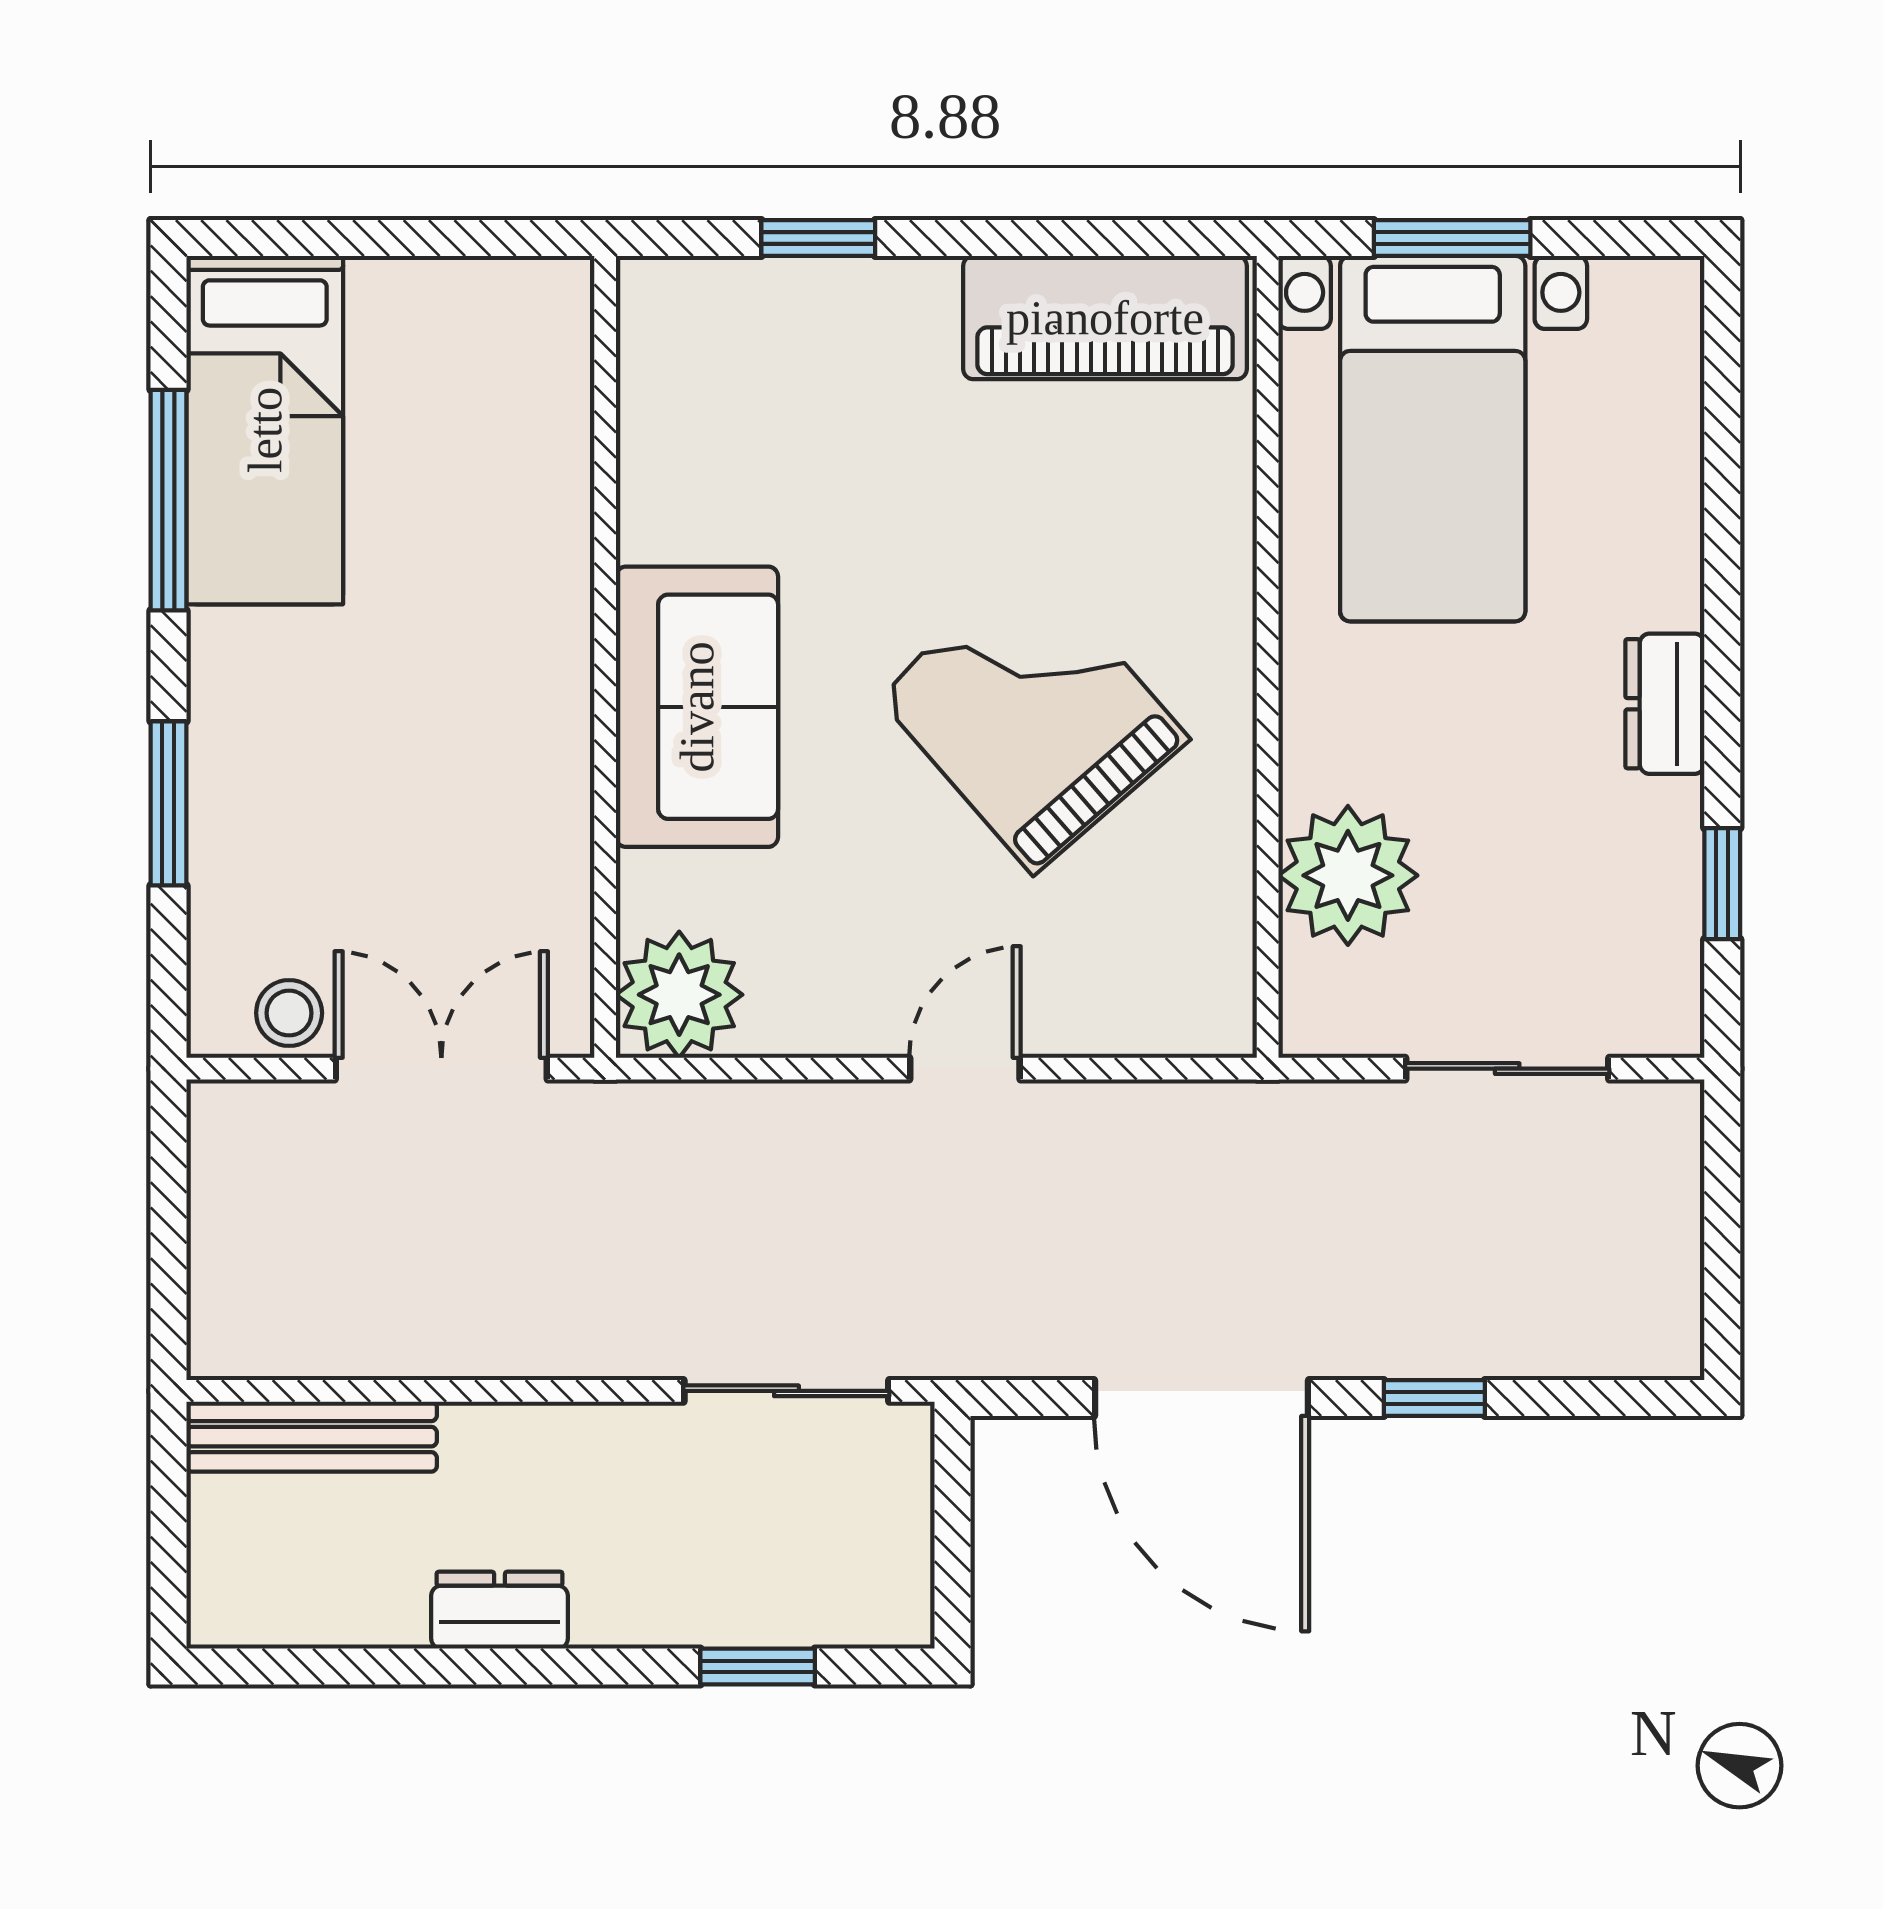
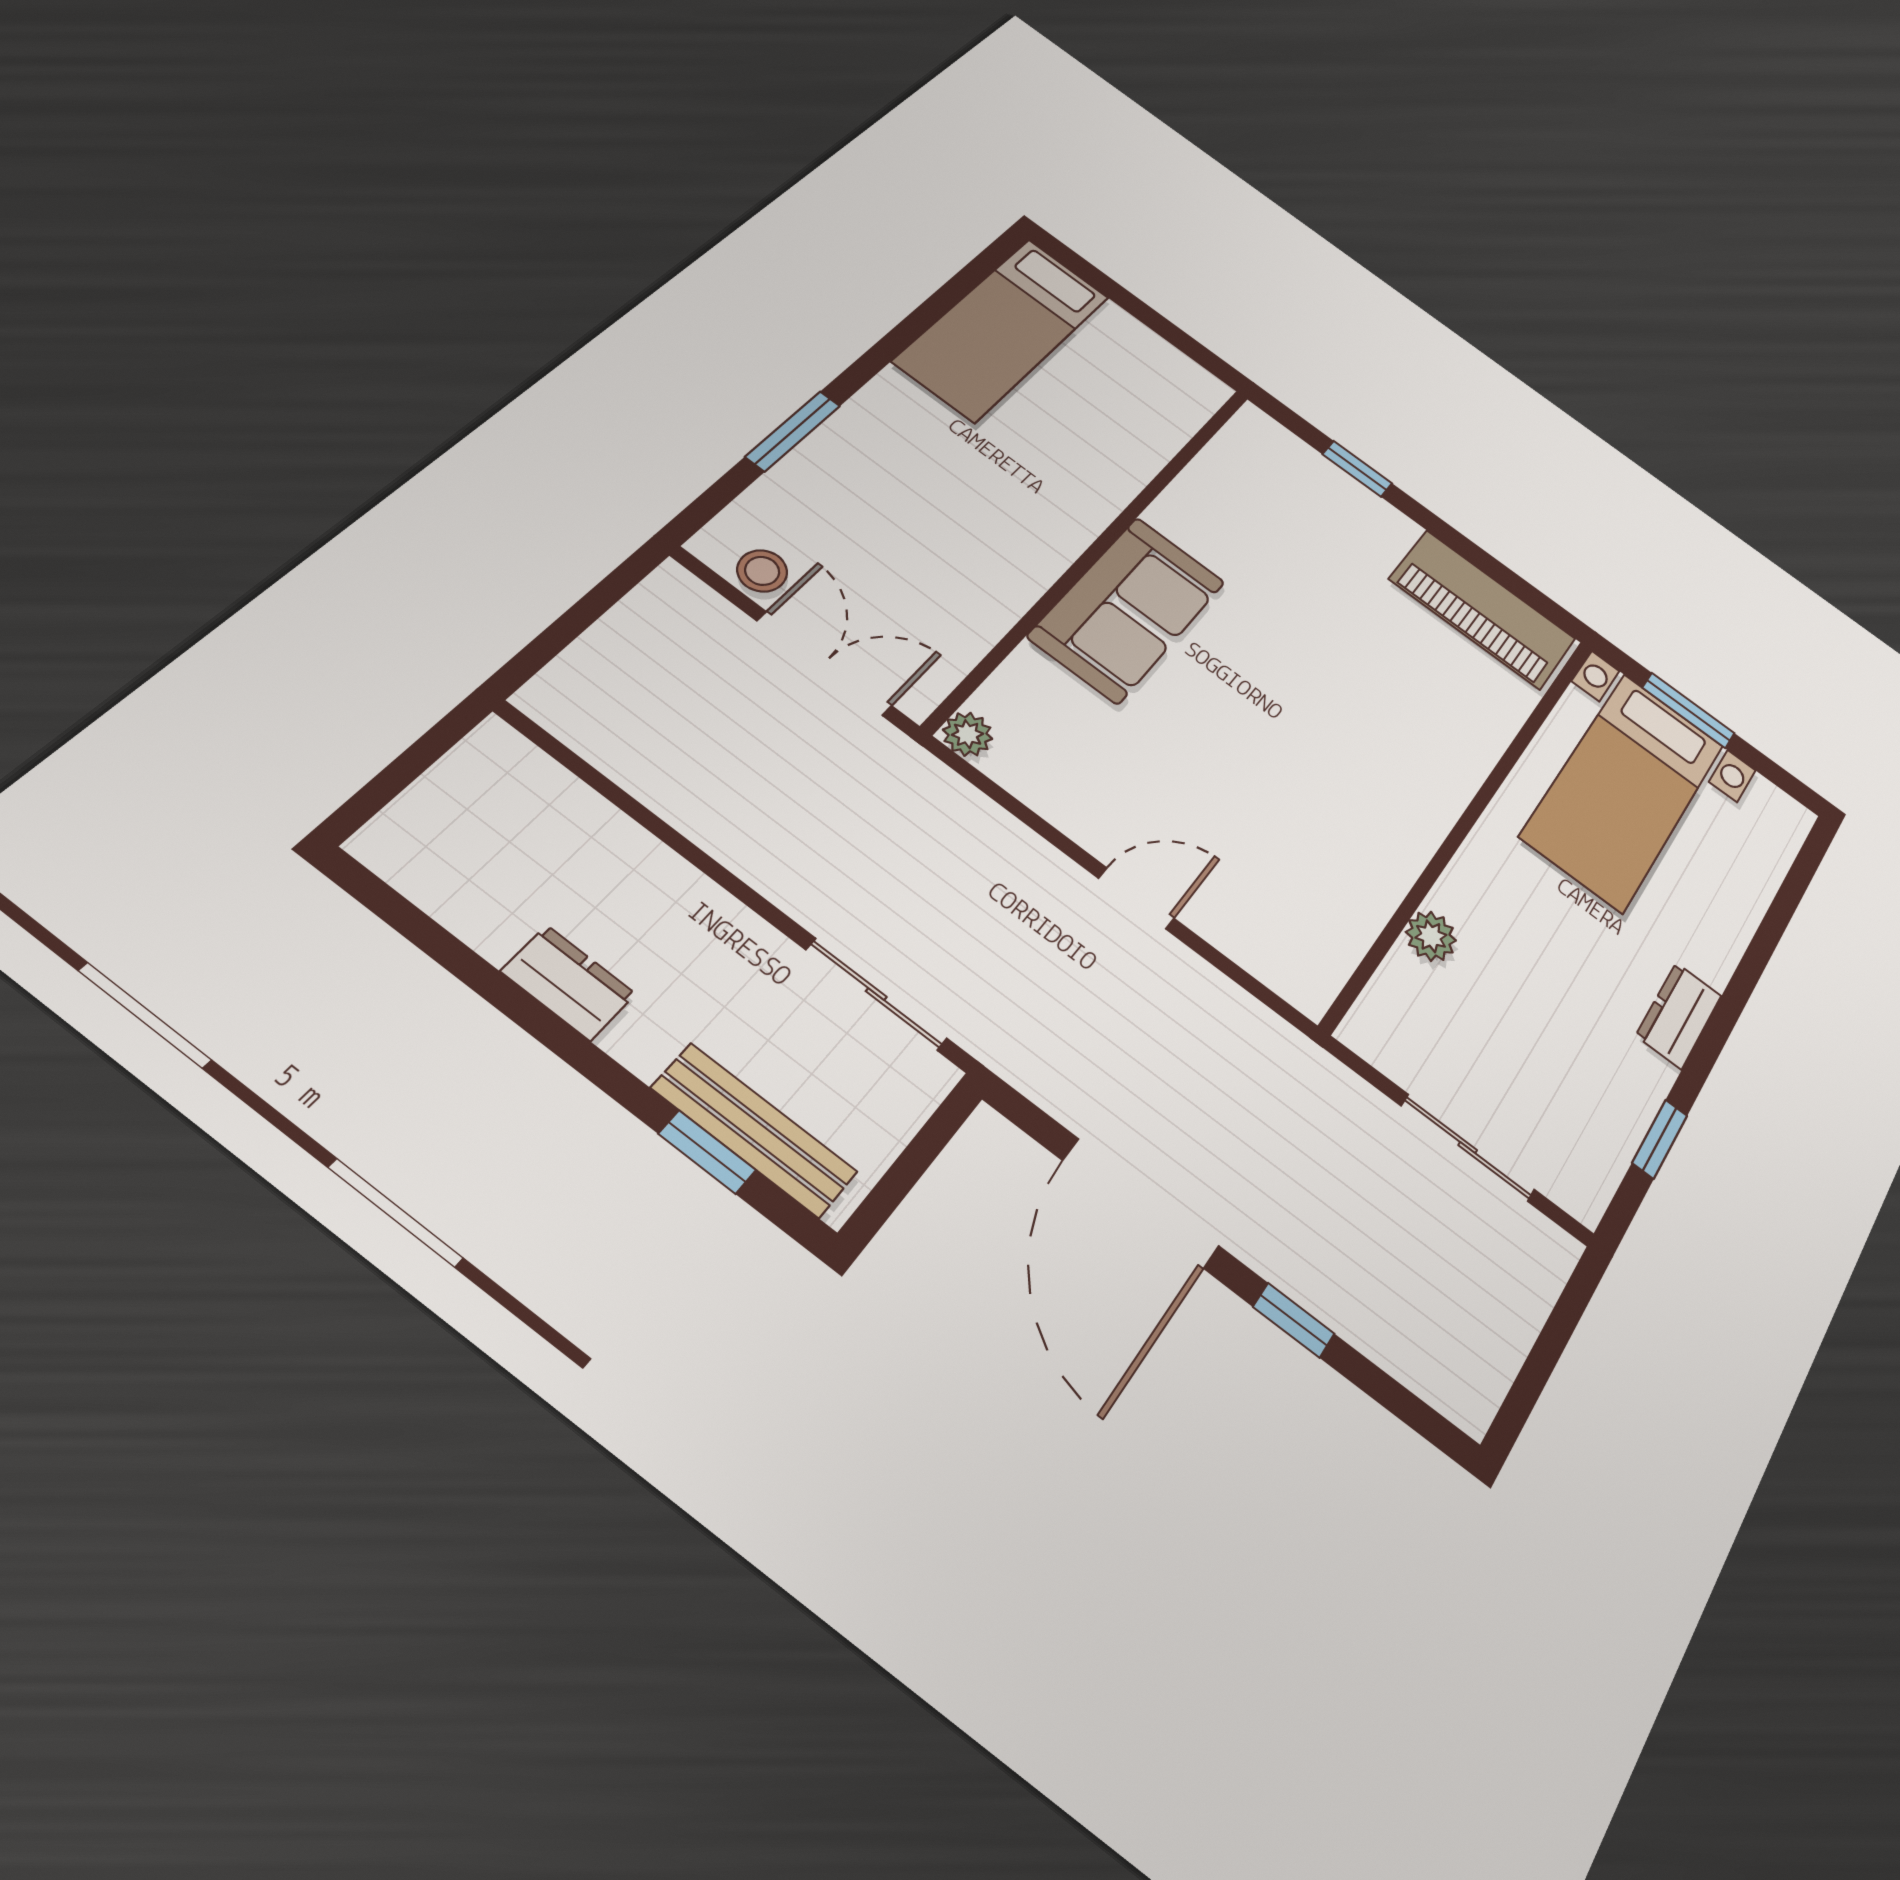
window: (168, 500) -> (924, 316), removed
grand piano: (1033, 717) -> (1312, 753), removed
plant: (1348, 875) -> (1431, 936), width x0.53, depth x0.53
plant: (679, 995) -> (968, 734), width x0.53, depth x0.53
bench: (312, 1437) -> (754, 1130), moved

